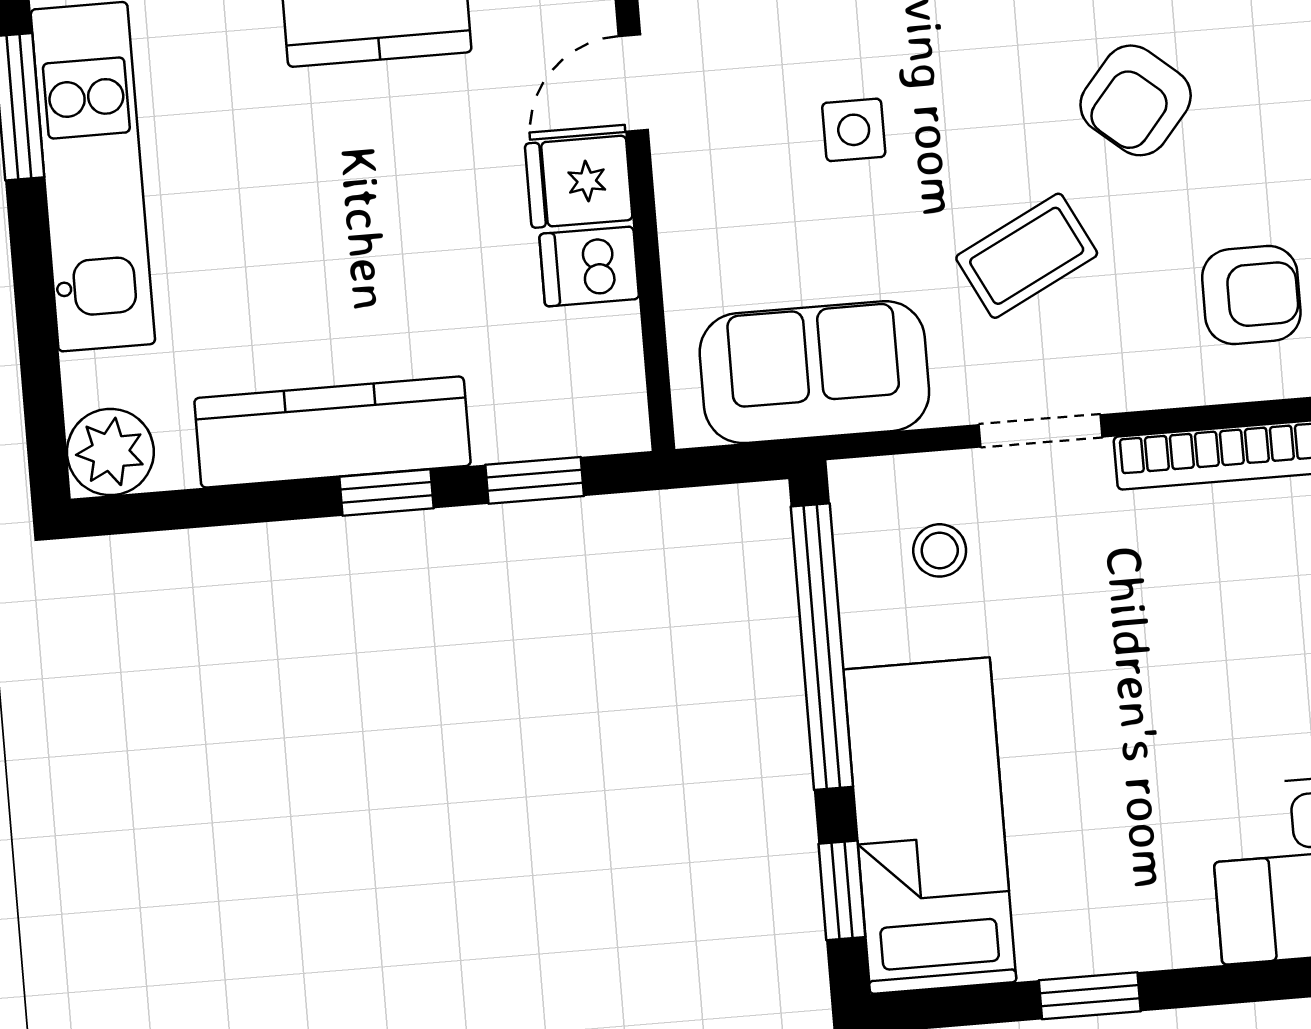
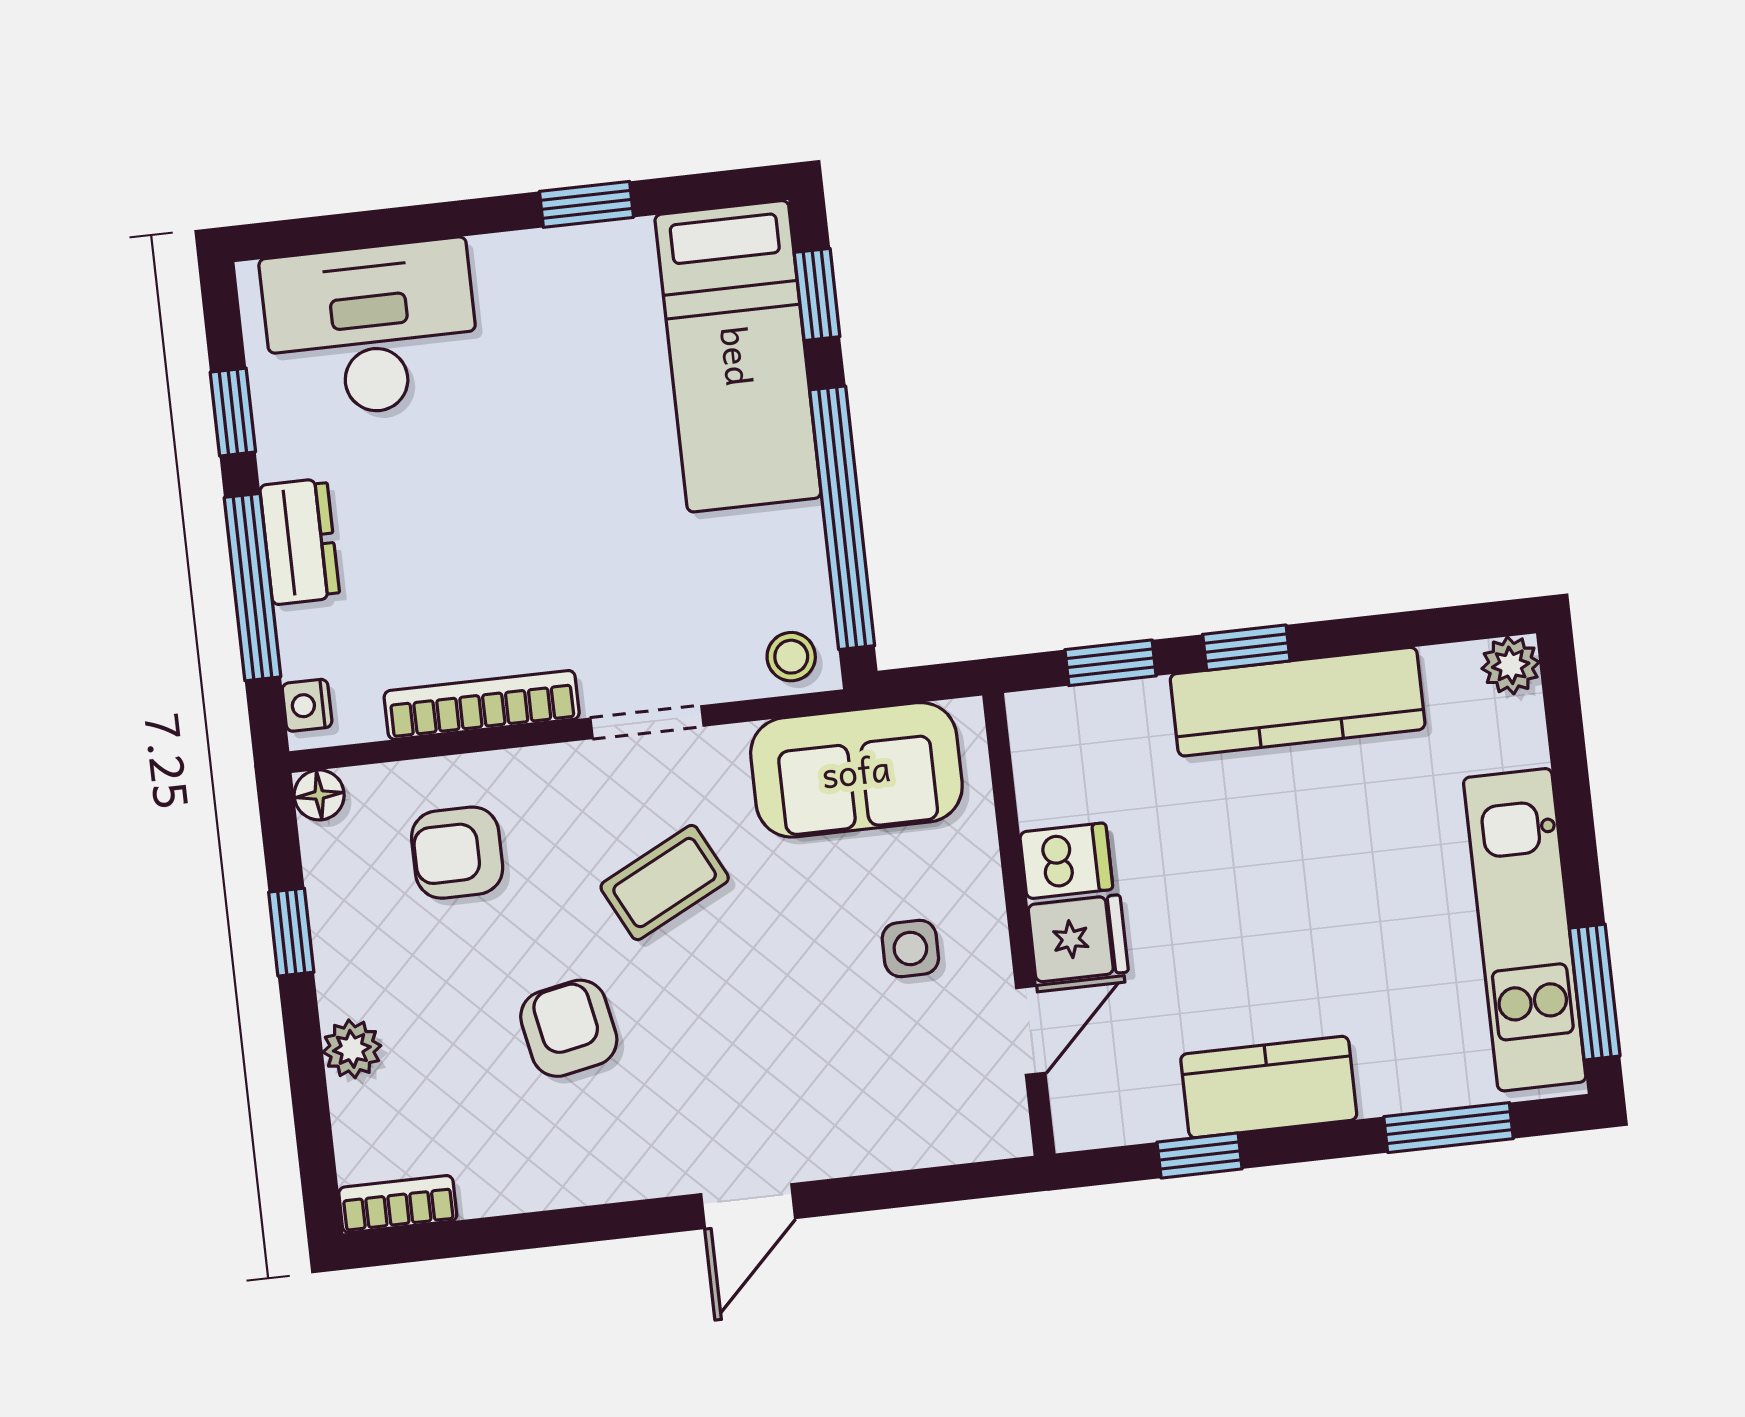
armchair: (1136, 100) -> (569, 1028), turned -51
side table: (854, 130) -> (910, 948), moved
plant: (110, 452) -> (1511, 665), width x0.73, depth x0.73
stool: (940, 550) -> (791, 657), moved

